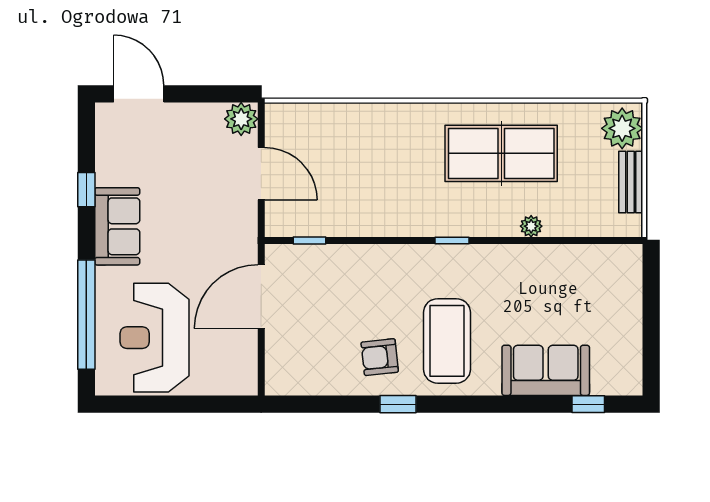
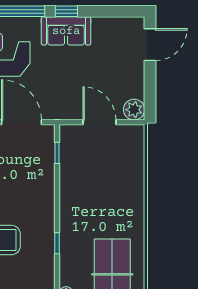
door: (261, 174) -> (99, 122), swing flipped
window: (86, 190) -> (66, 11), moved

